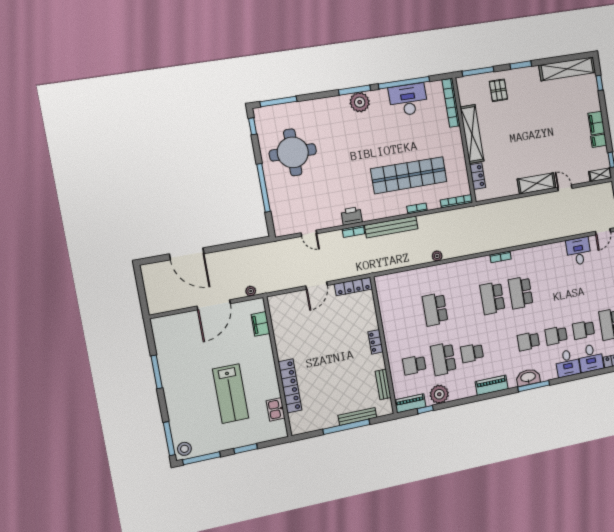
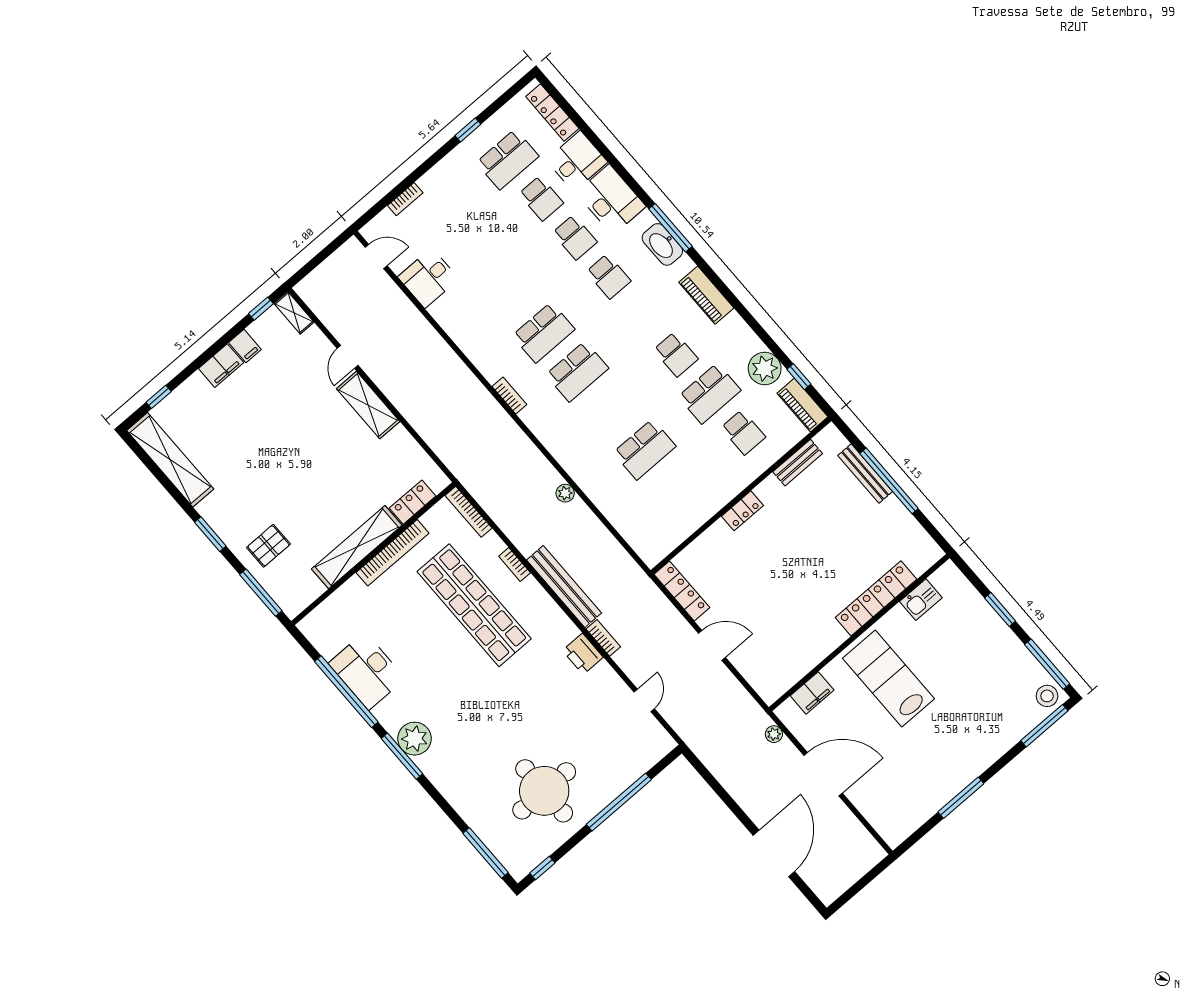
bookcase: (451, 103) -> (392, 553), moved
desk: (568, 363) -> (611, 200), width x1.37
lab bench: (231, 394) -> (889, 679), moved, turned -90

